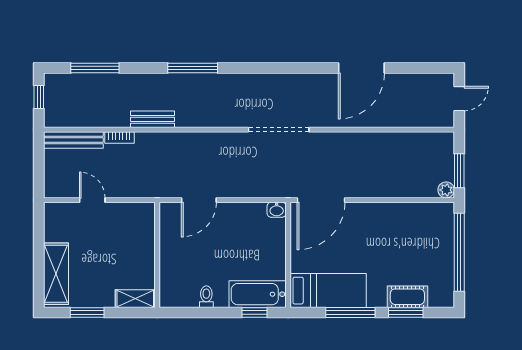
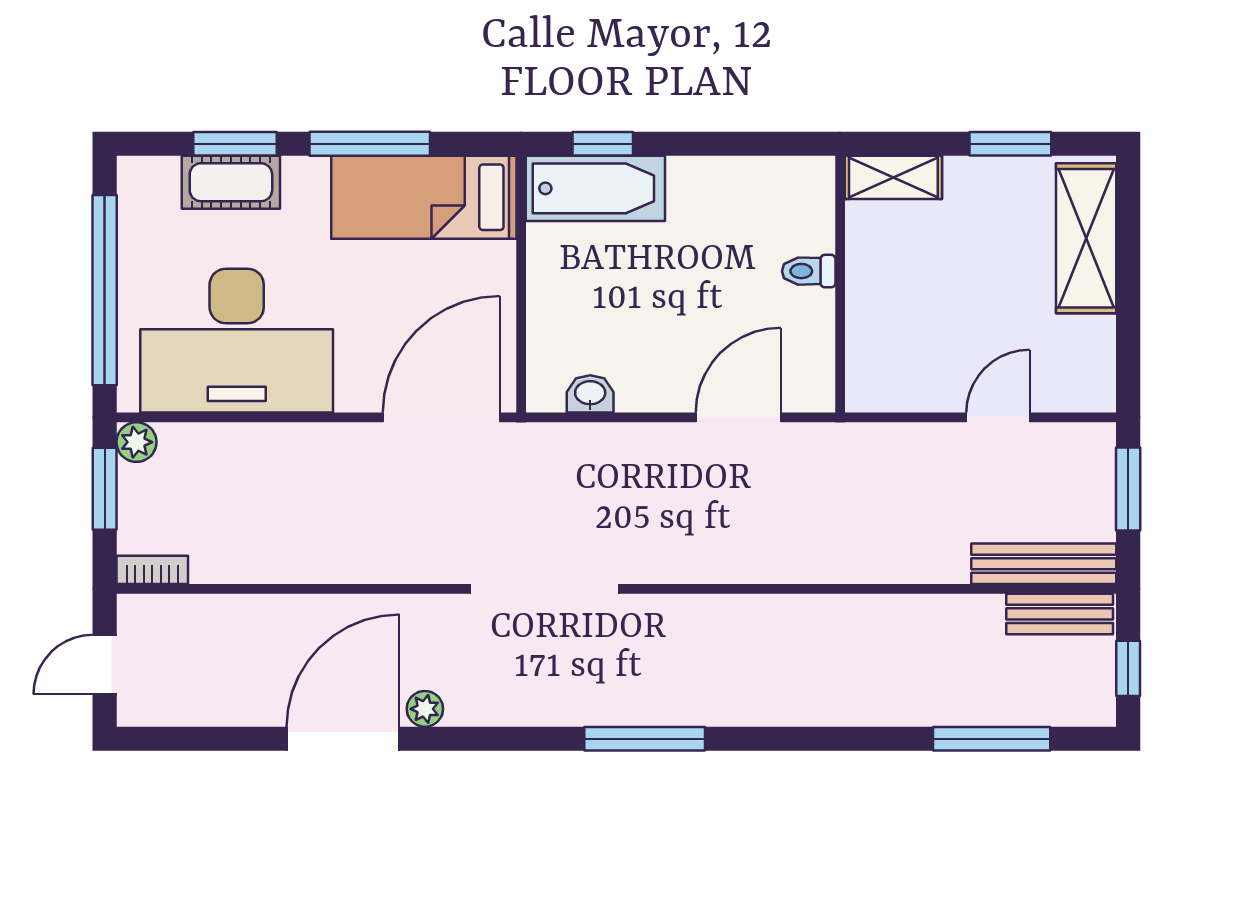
window: (193, 68) -> (645, 739), moved
plant: (328, 80) -> (425, 709), added
bench: (152, 119) -> (1060, 614), moved
bookcase: (119, 137) -> (152, 570), moved
window: (39, 171) -> (1128, 489), added
door: (92, 200) -> (998, 417), swing flipped
washbasin: (277, 210) -> (590, 394), moved
desk: (405, 232) -> (237, 341), added
toilet: (206, 297) -> (809, 271), moved, turned 90

